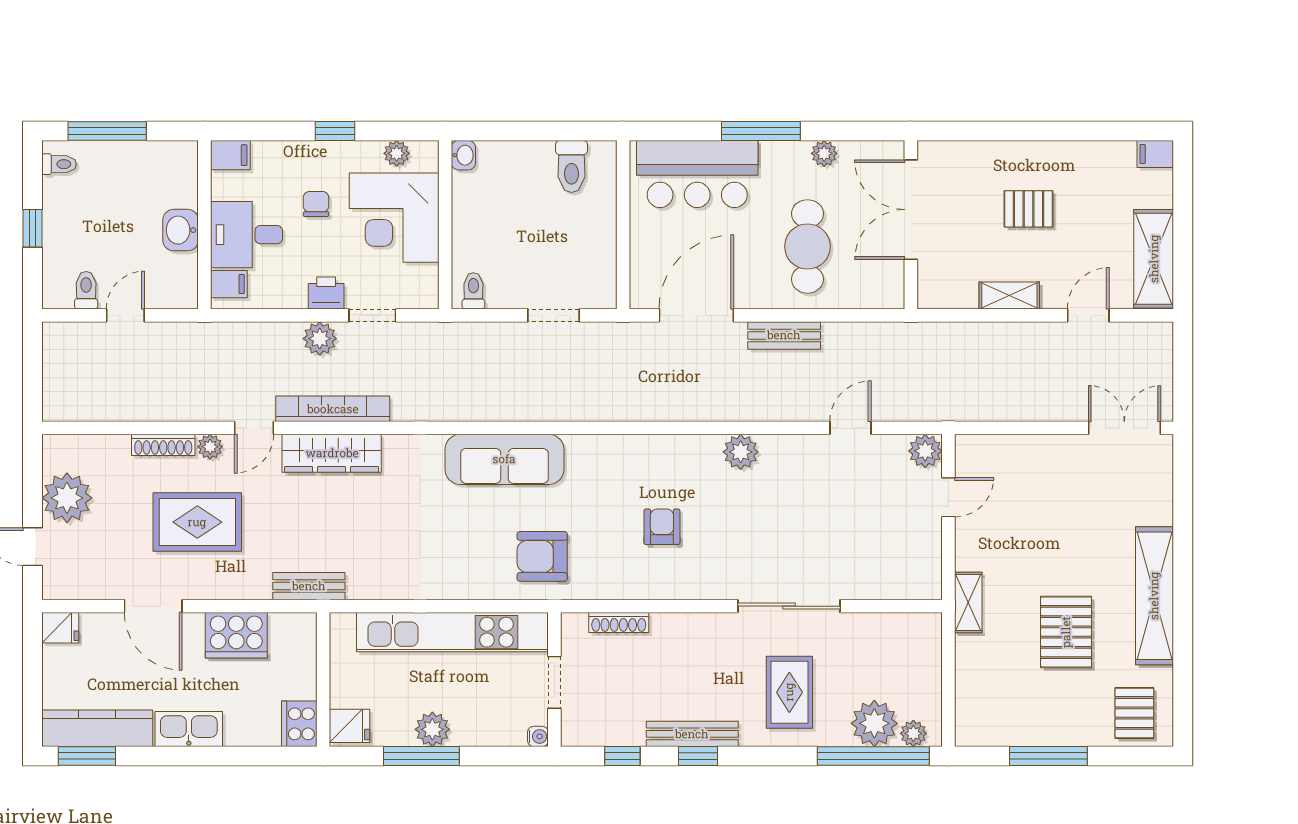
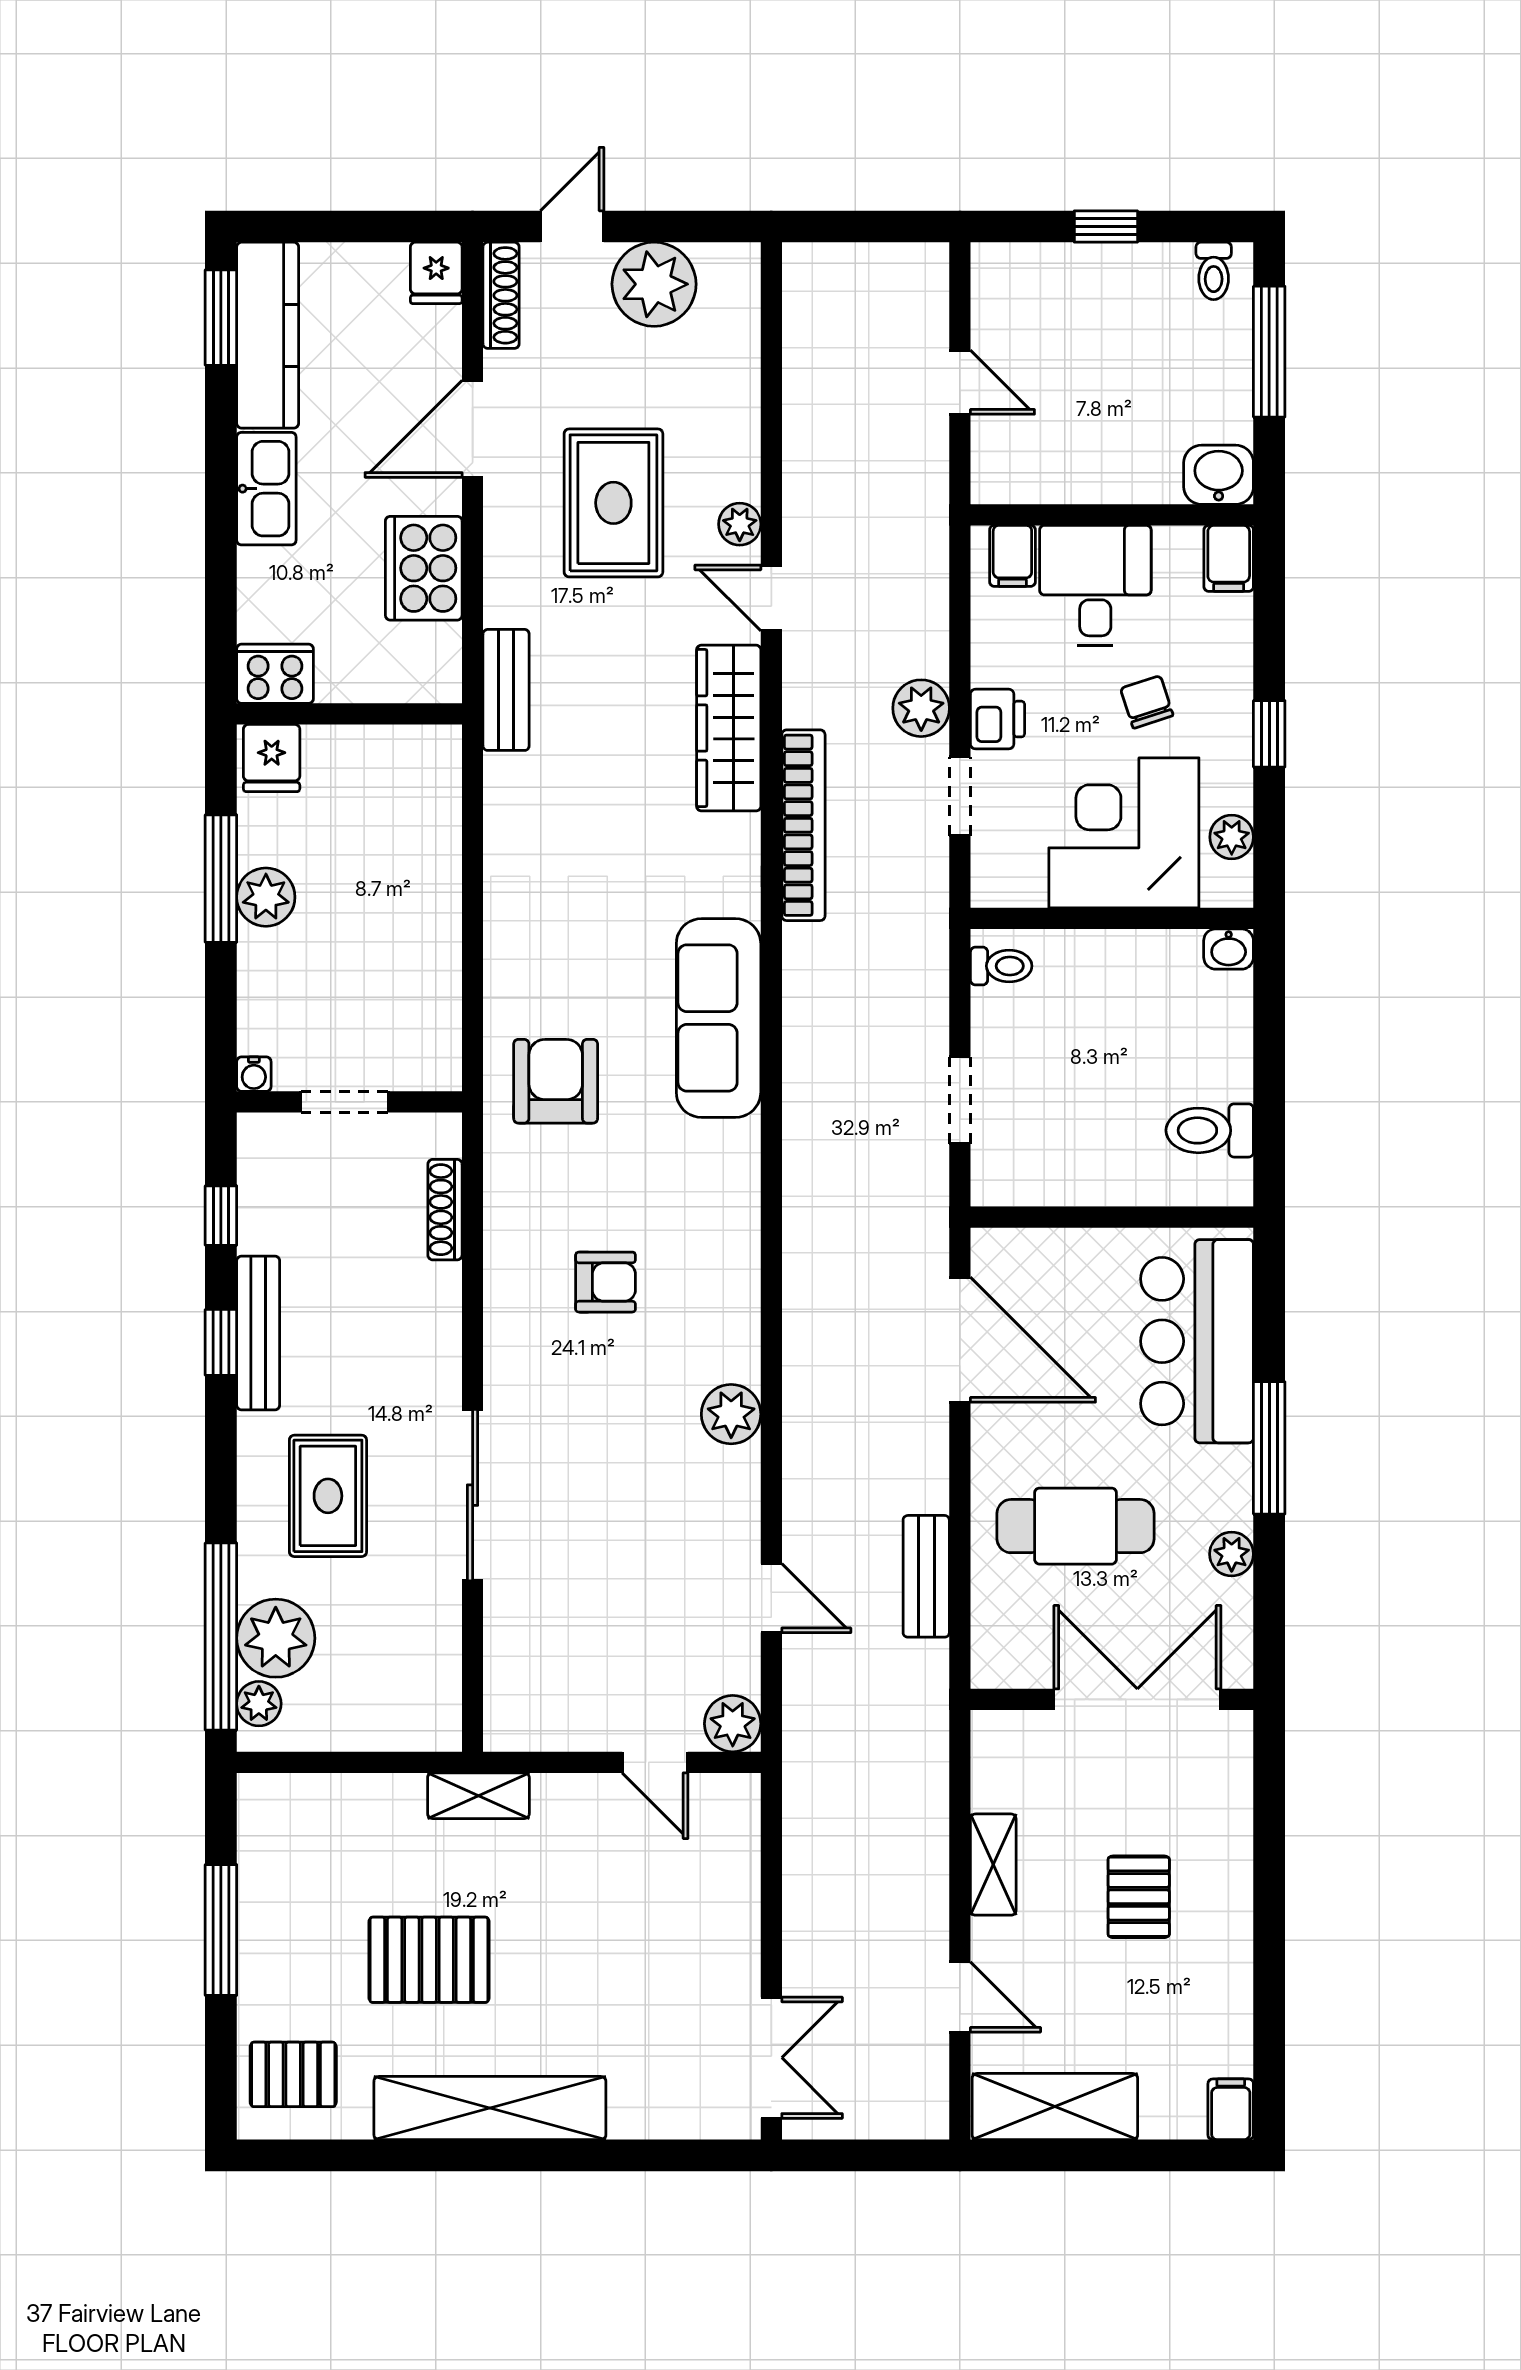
chair: (316, 204) -> (1147, 702), turned -108
washbasin: (181, 230) -> (1219, 475), moved
toilet: (86, 290) -> (1002, 316), removed
bench: (784, 335) -> (926, 1576), moved
bookcase: (333, 409) -> (803, 825), moved
shoe rack: (163, 445) -> (501, 295), moved, turned 180
kitchen unit: (452, 632) -> (429, 931), removed
rug: (789, 692) -> (328, 1496), turned 90

